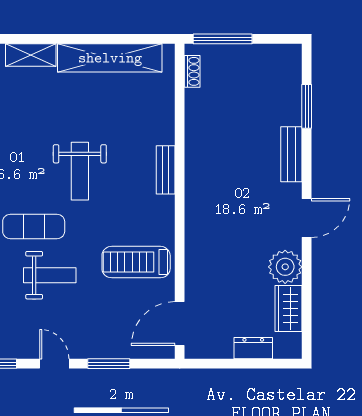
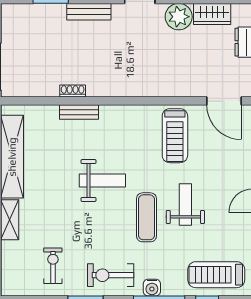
shoe rack: (192, 71) -> (73, 91), moved
bench: (166, 170) -> (79, 112), moved

